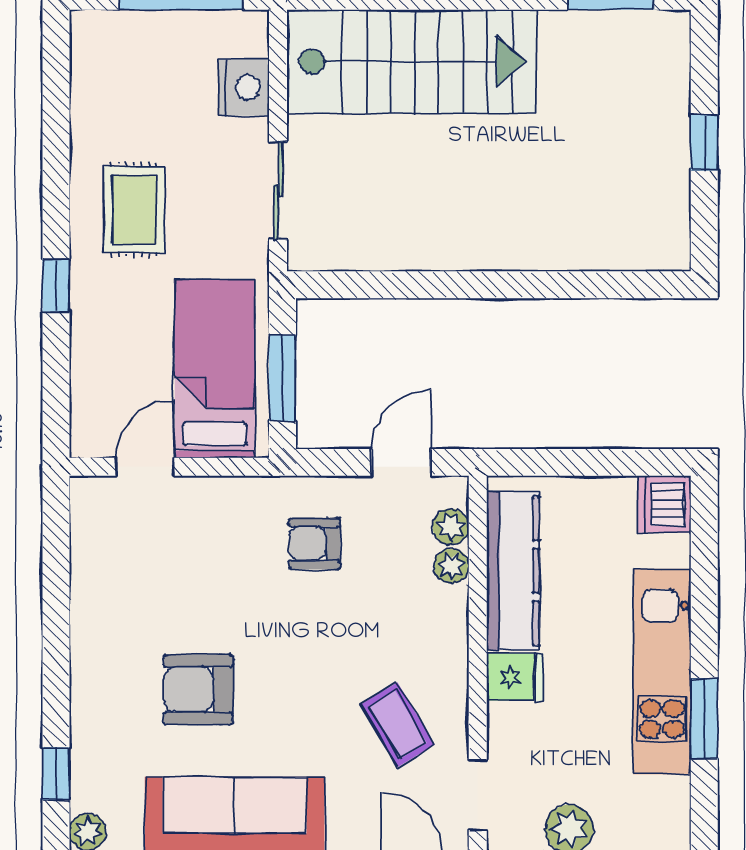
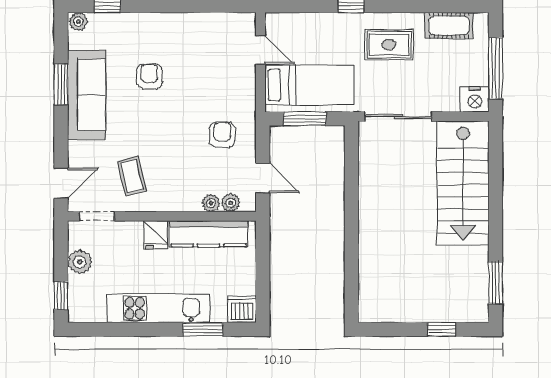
nightstand: (244, 87) -> (475, 99), moved
cot: (96, 89) -> (449, 25), added
window: (704, 143) -> (442, 329), moved
sliding door: (278, 191) -> (398, 117), width x1.37
armchair: (198, 690) -> (149, 77), width x0.72, depth x0.72
window: (704, 719) -> (203, 329), moved
coffee table: (397, 725) -> (132, 176), turned -73

